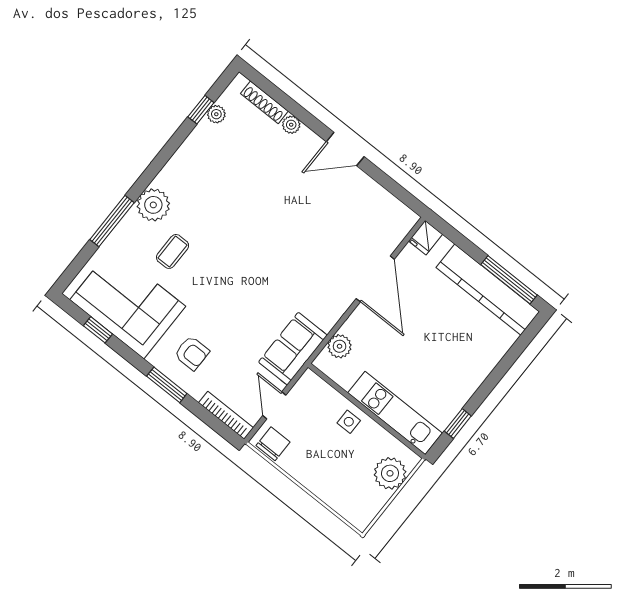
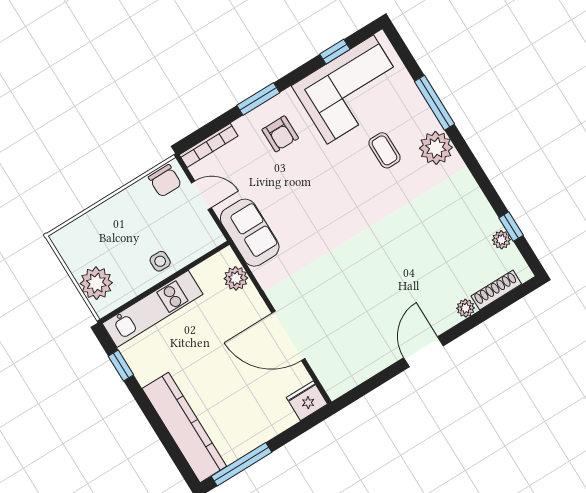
fridge: (426, 238) -> (307, 401), width x1.38
kitchen counter: (488, 290) -> (184, 427), moved, turned 90
armchair: (192, 353) -> (280, 134), turned -90

